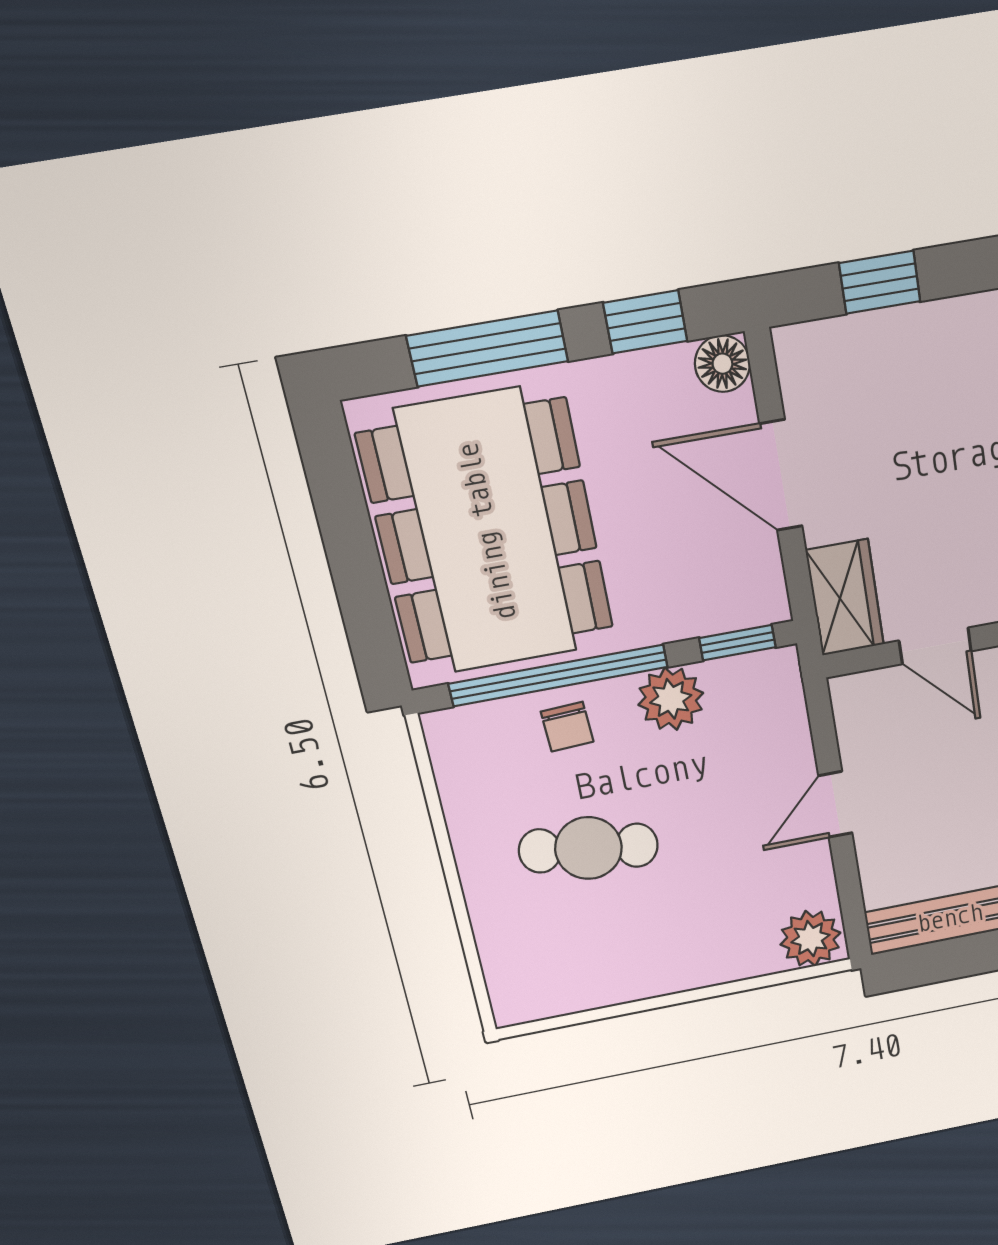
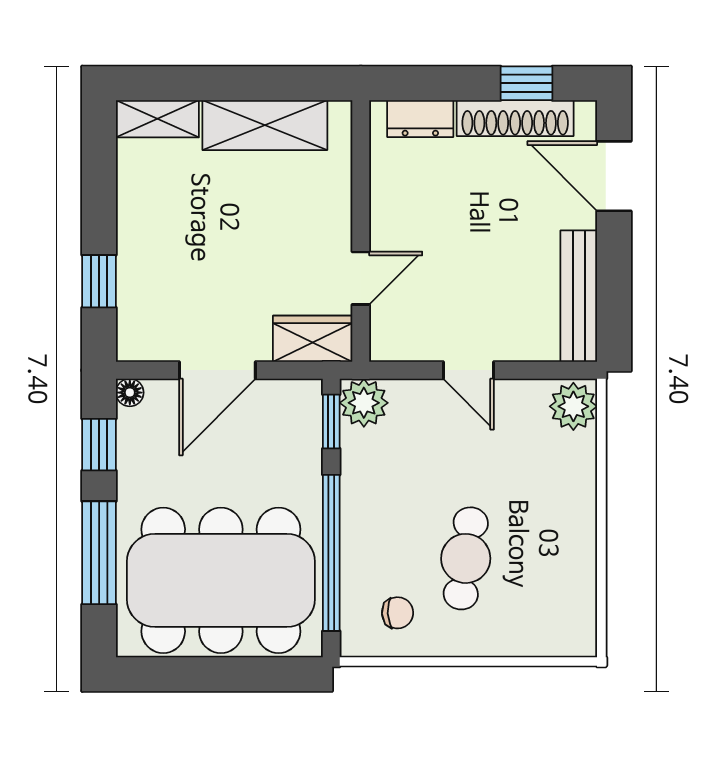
floor lamp: (722, 364) -> (130, 393), width x0.73, depth x0.73
plant: (671, 699) -> (364, 403), moved
chair: (567, 727) -> (398, 613), moved

